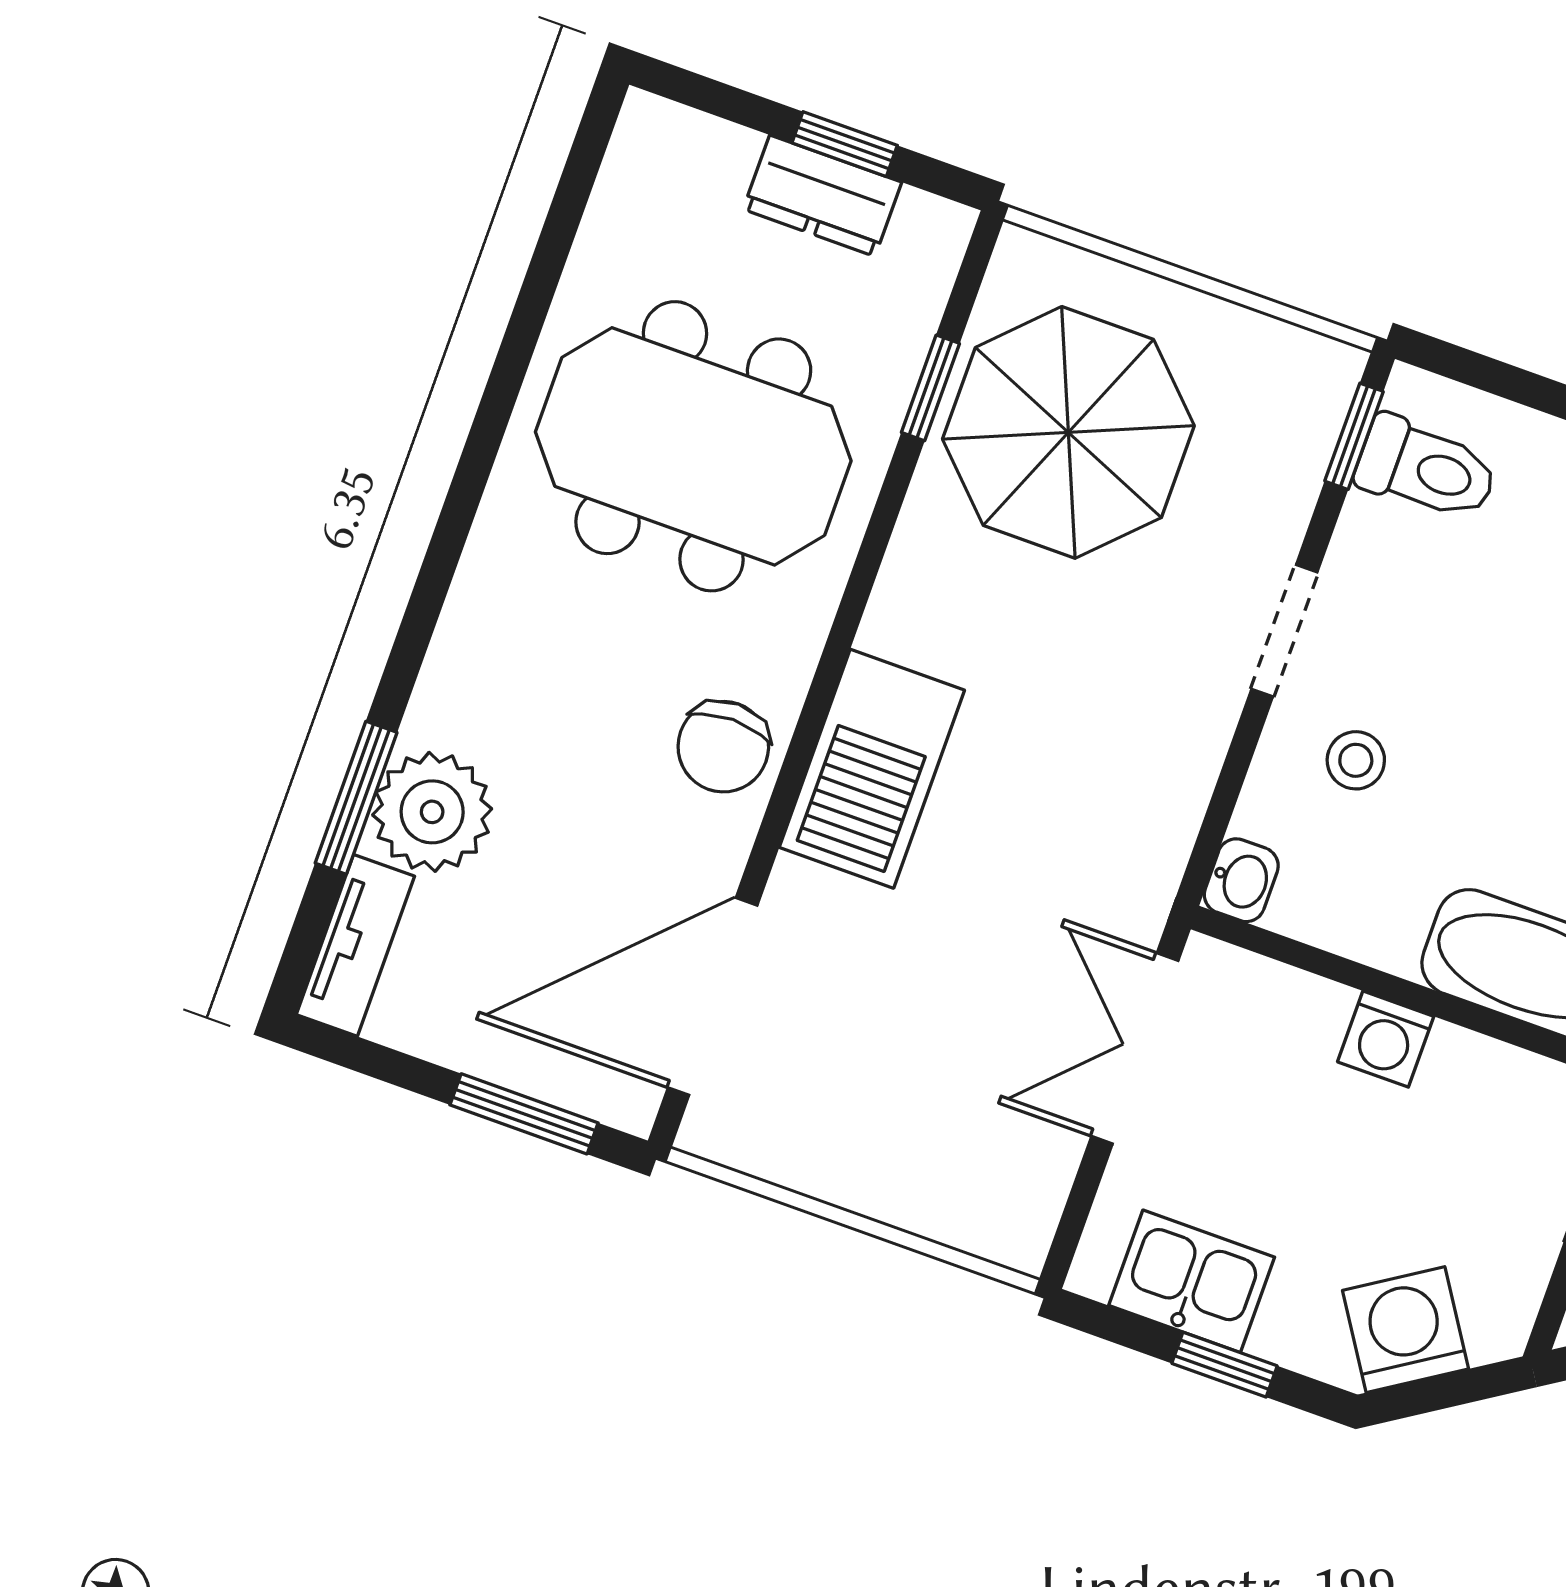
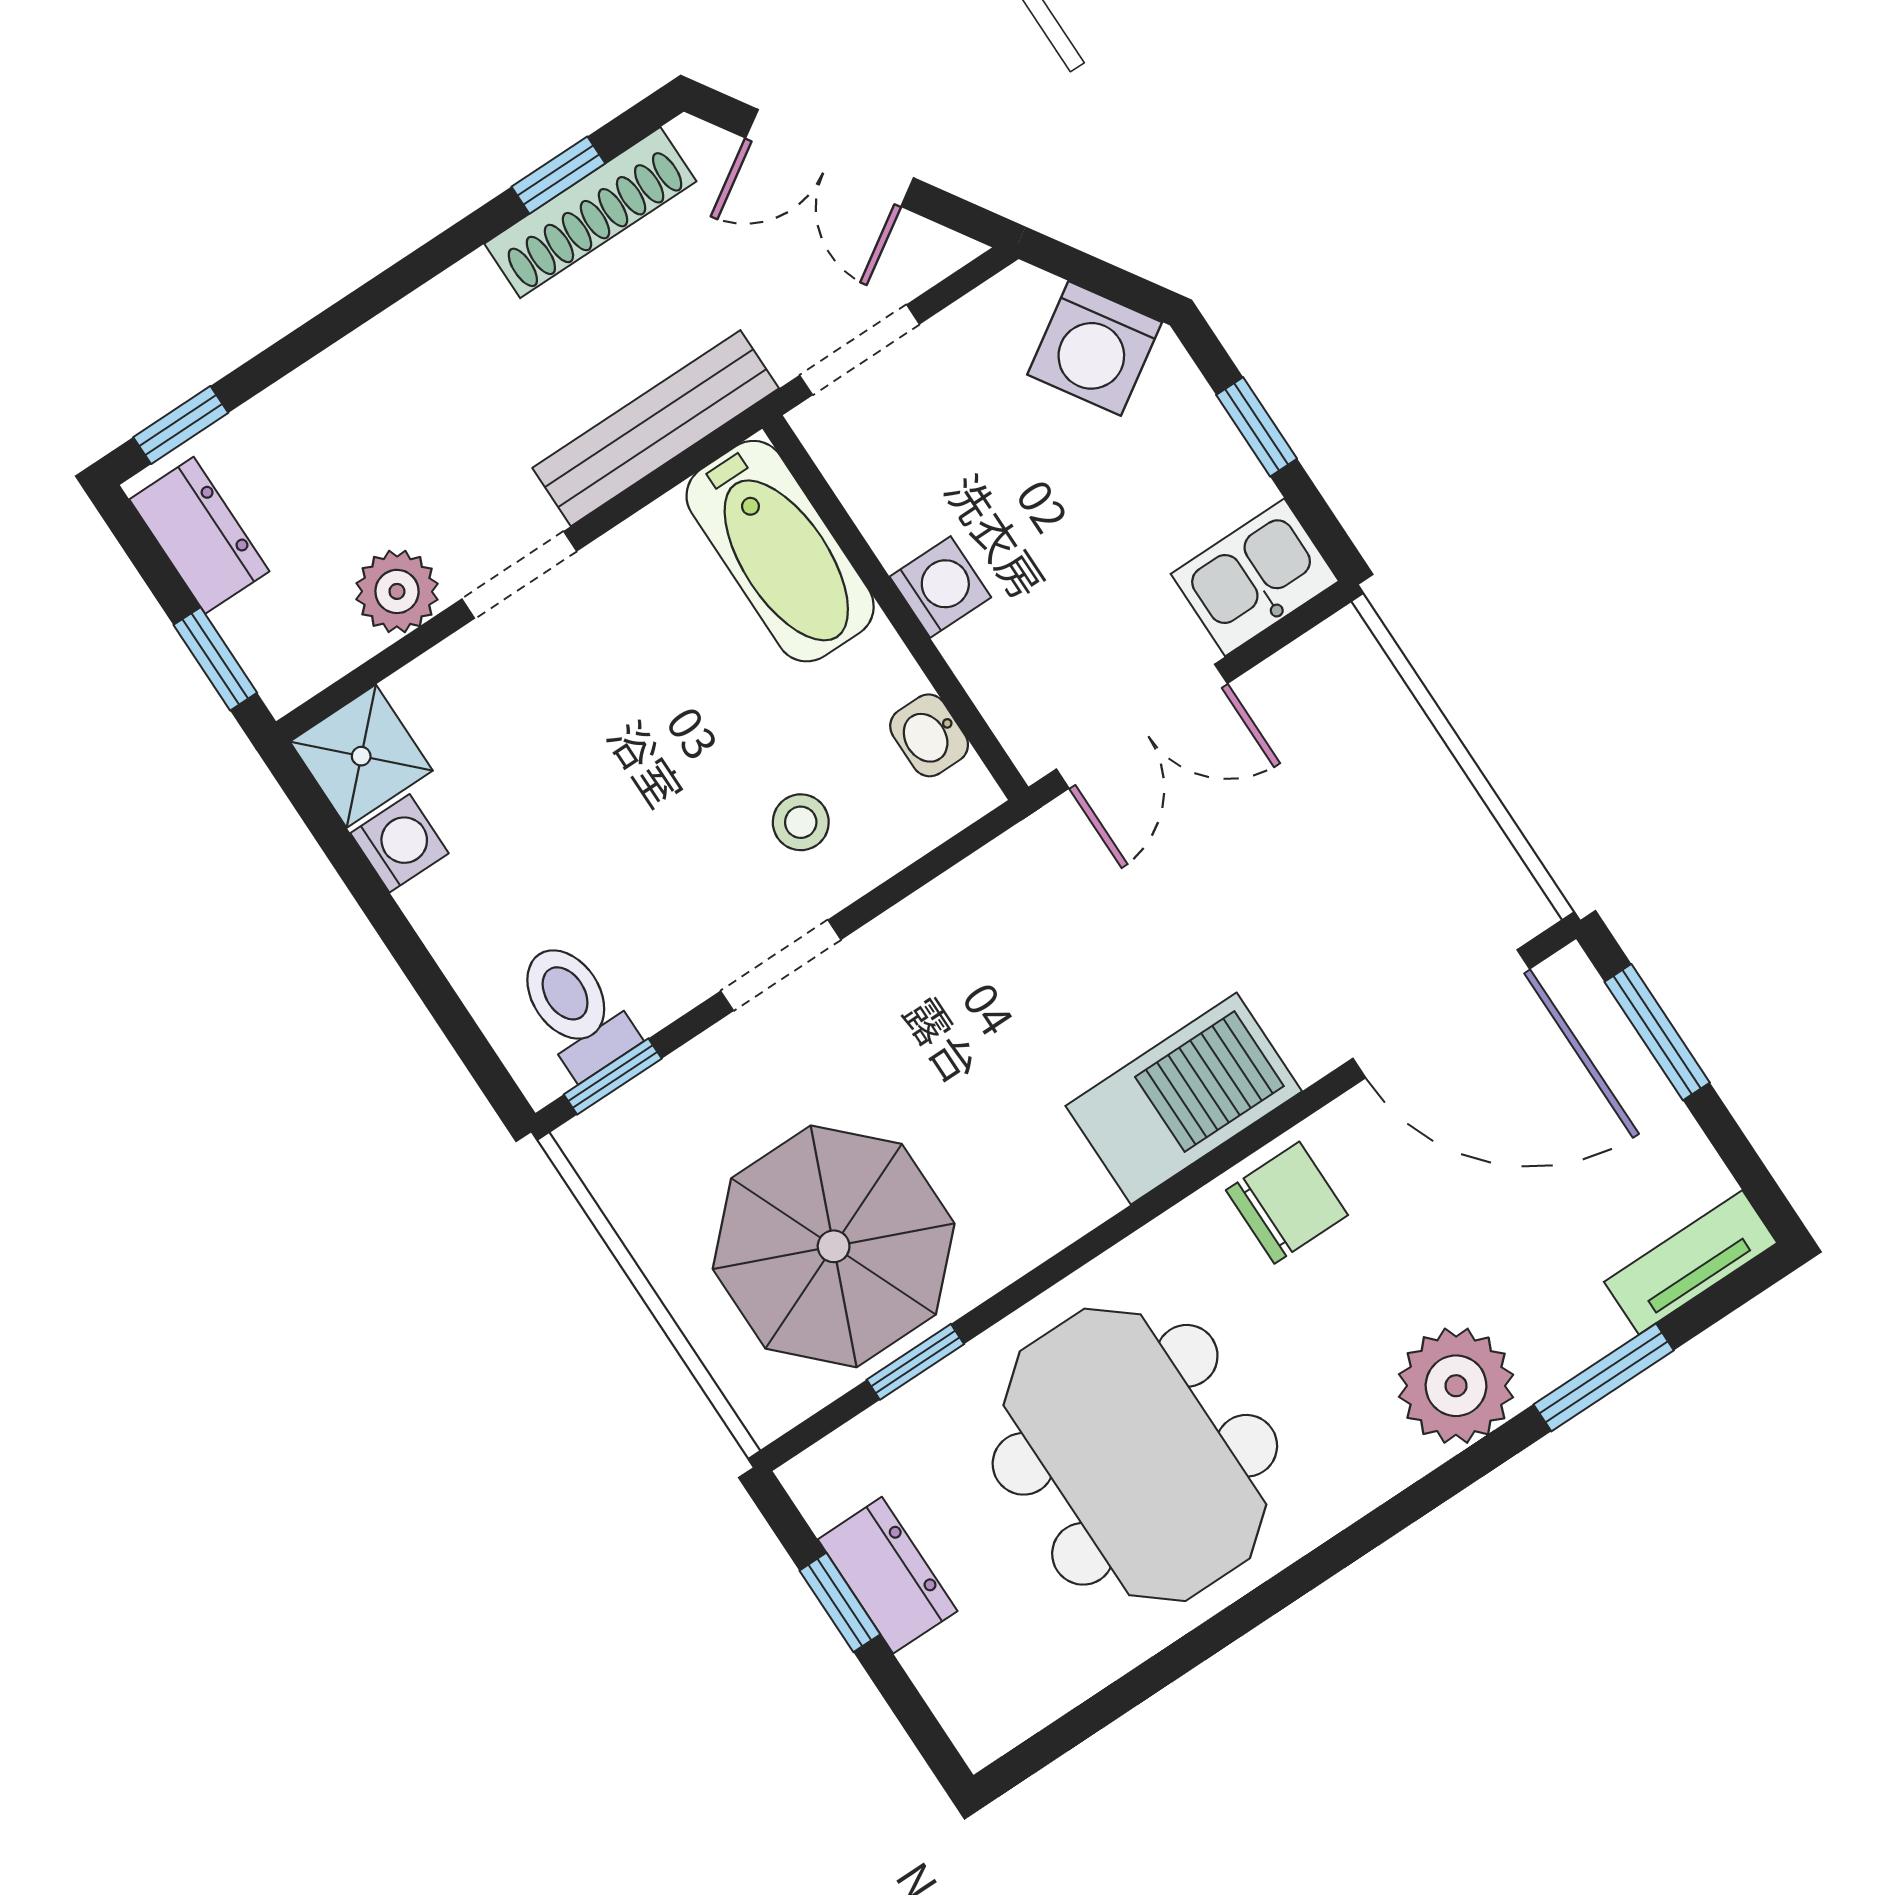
plant: (432, 812) -> (1456, 1386), moved
washbasin: (1241, 880) -> (929, 735), moved, turned -90
kitchen sink: (1192, 1281) -> (1255, 577), moved, turned 90

